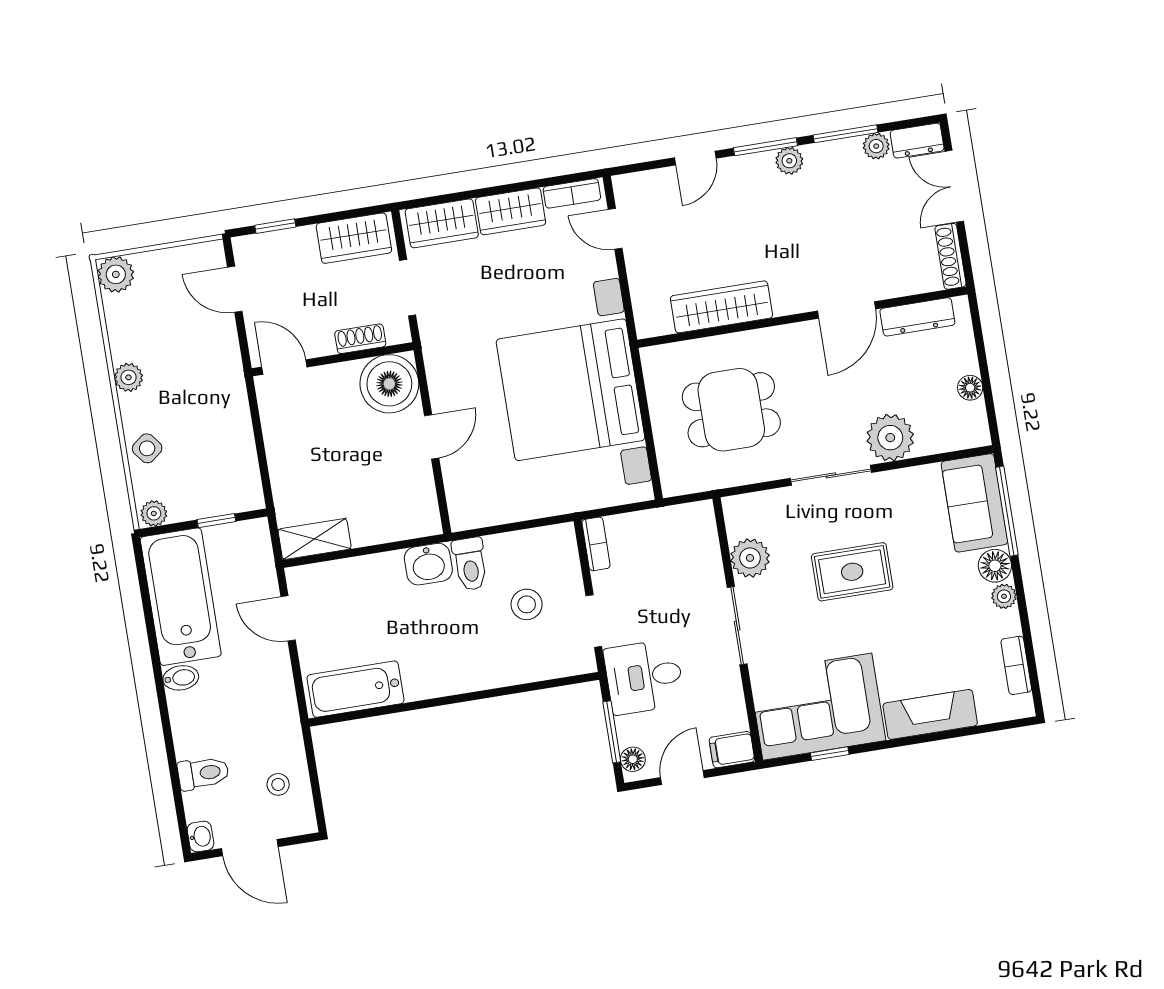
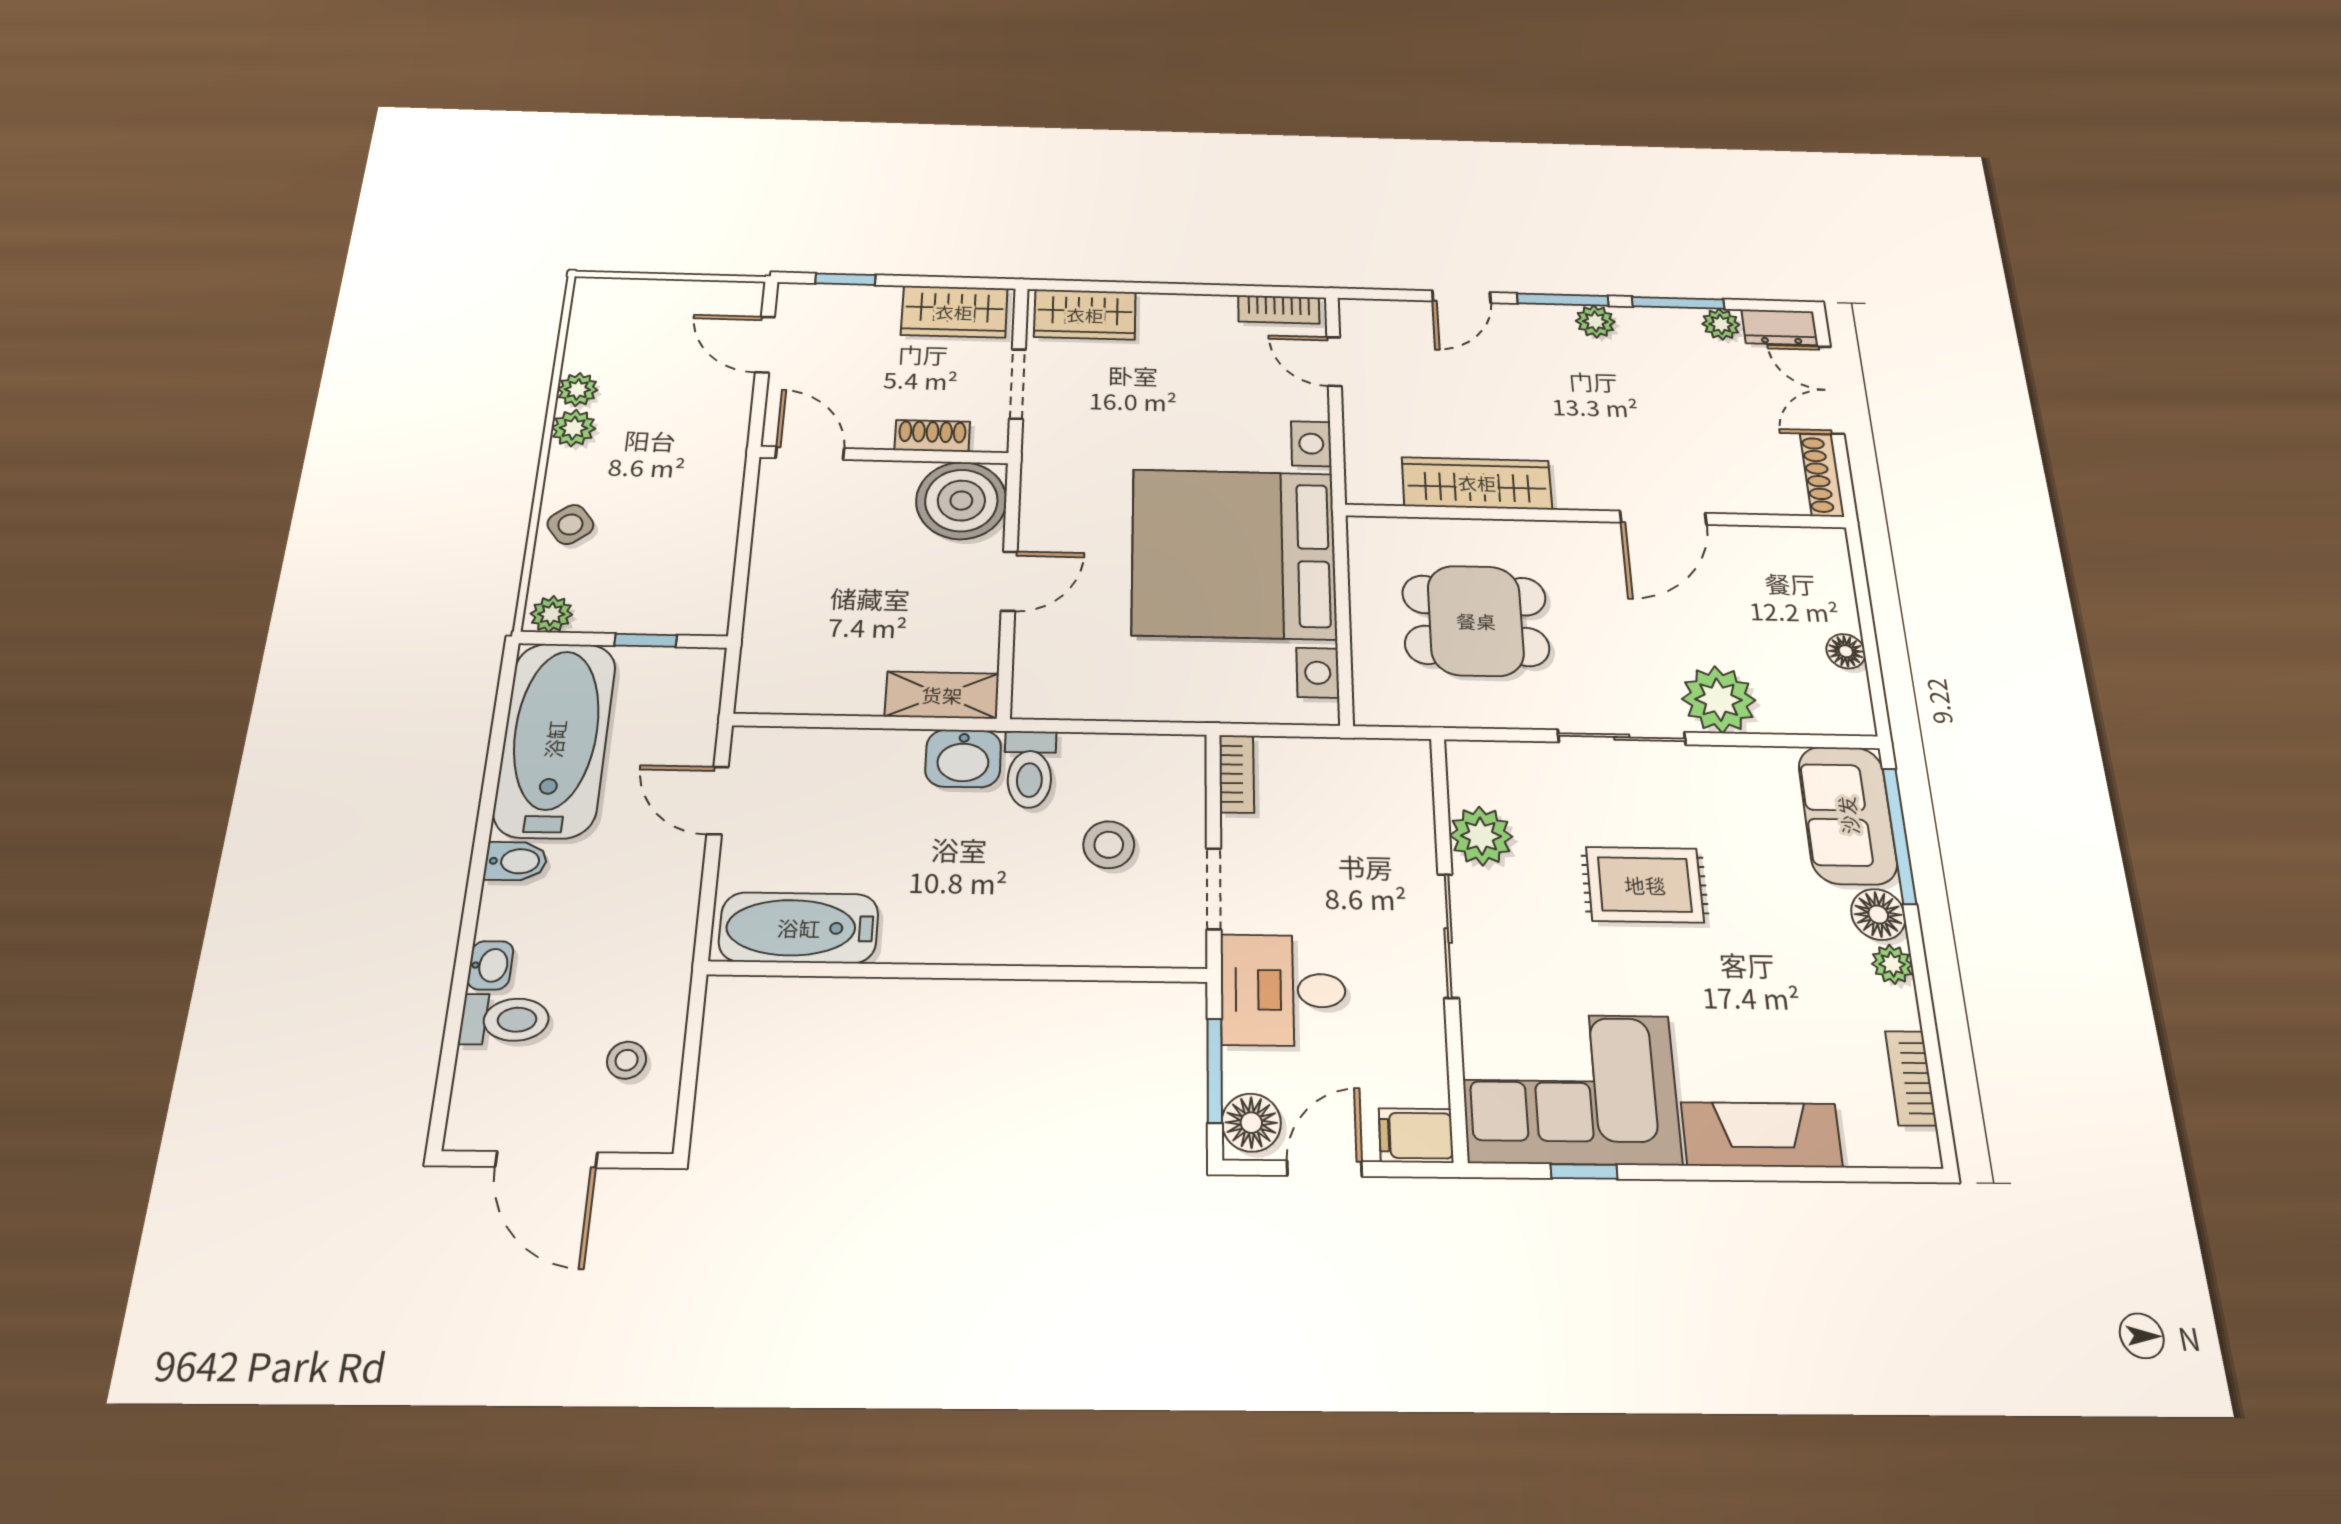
wardrobe: (511, 211) -> (1187, 316), removed
plant: (116, 274) -> (578, 389), moved, width x0.73, depth x0.73
dresser: (917, 317) -> (1769, 544), removed
shelving: (315, 539) -> (942, 695), moved
floor lamp: (633, 759) -> (1251, 1123), width x1.37, depth x1.37
washbasin: (201, 837) -> (490, 965), moved

